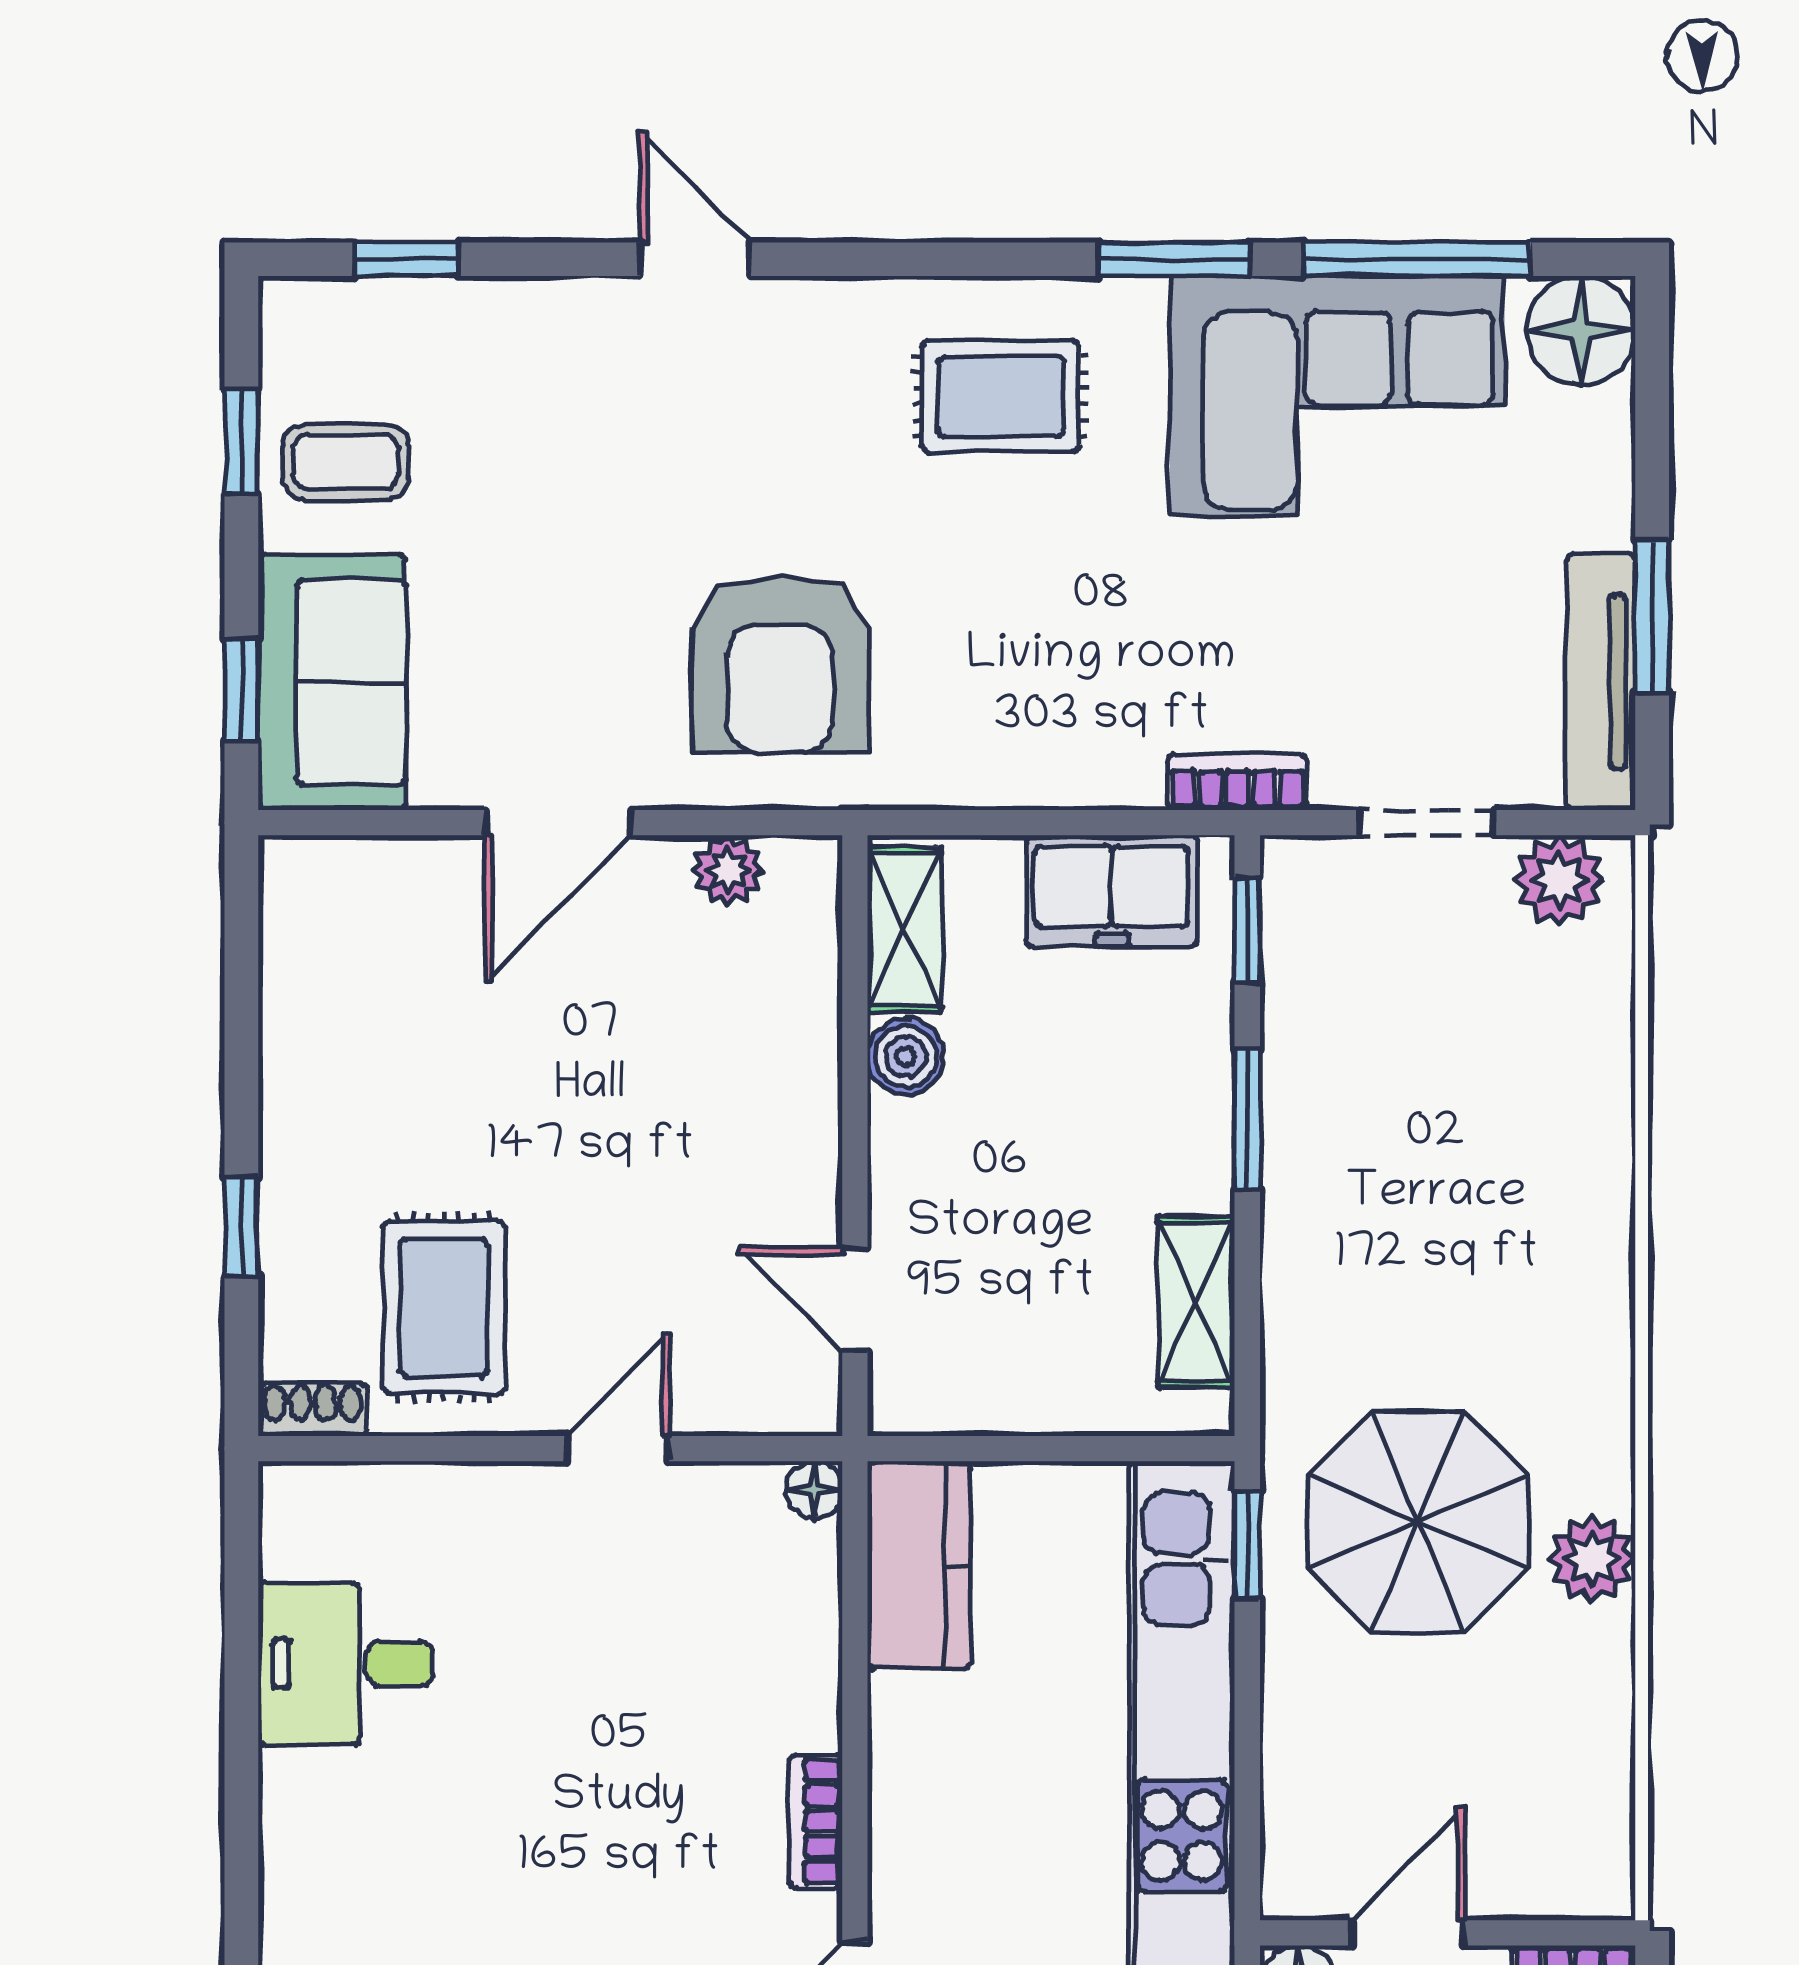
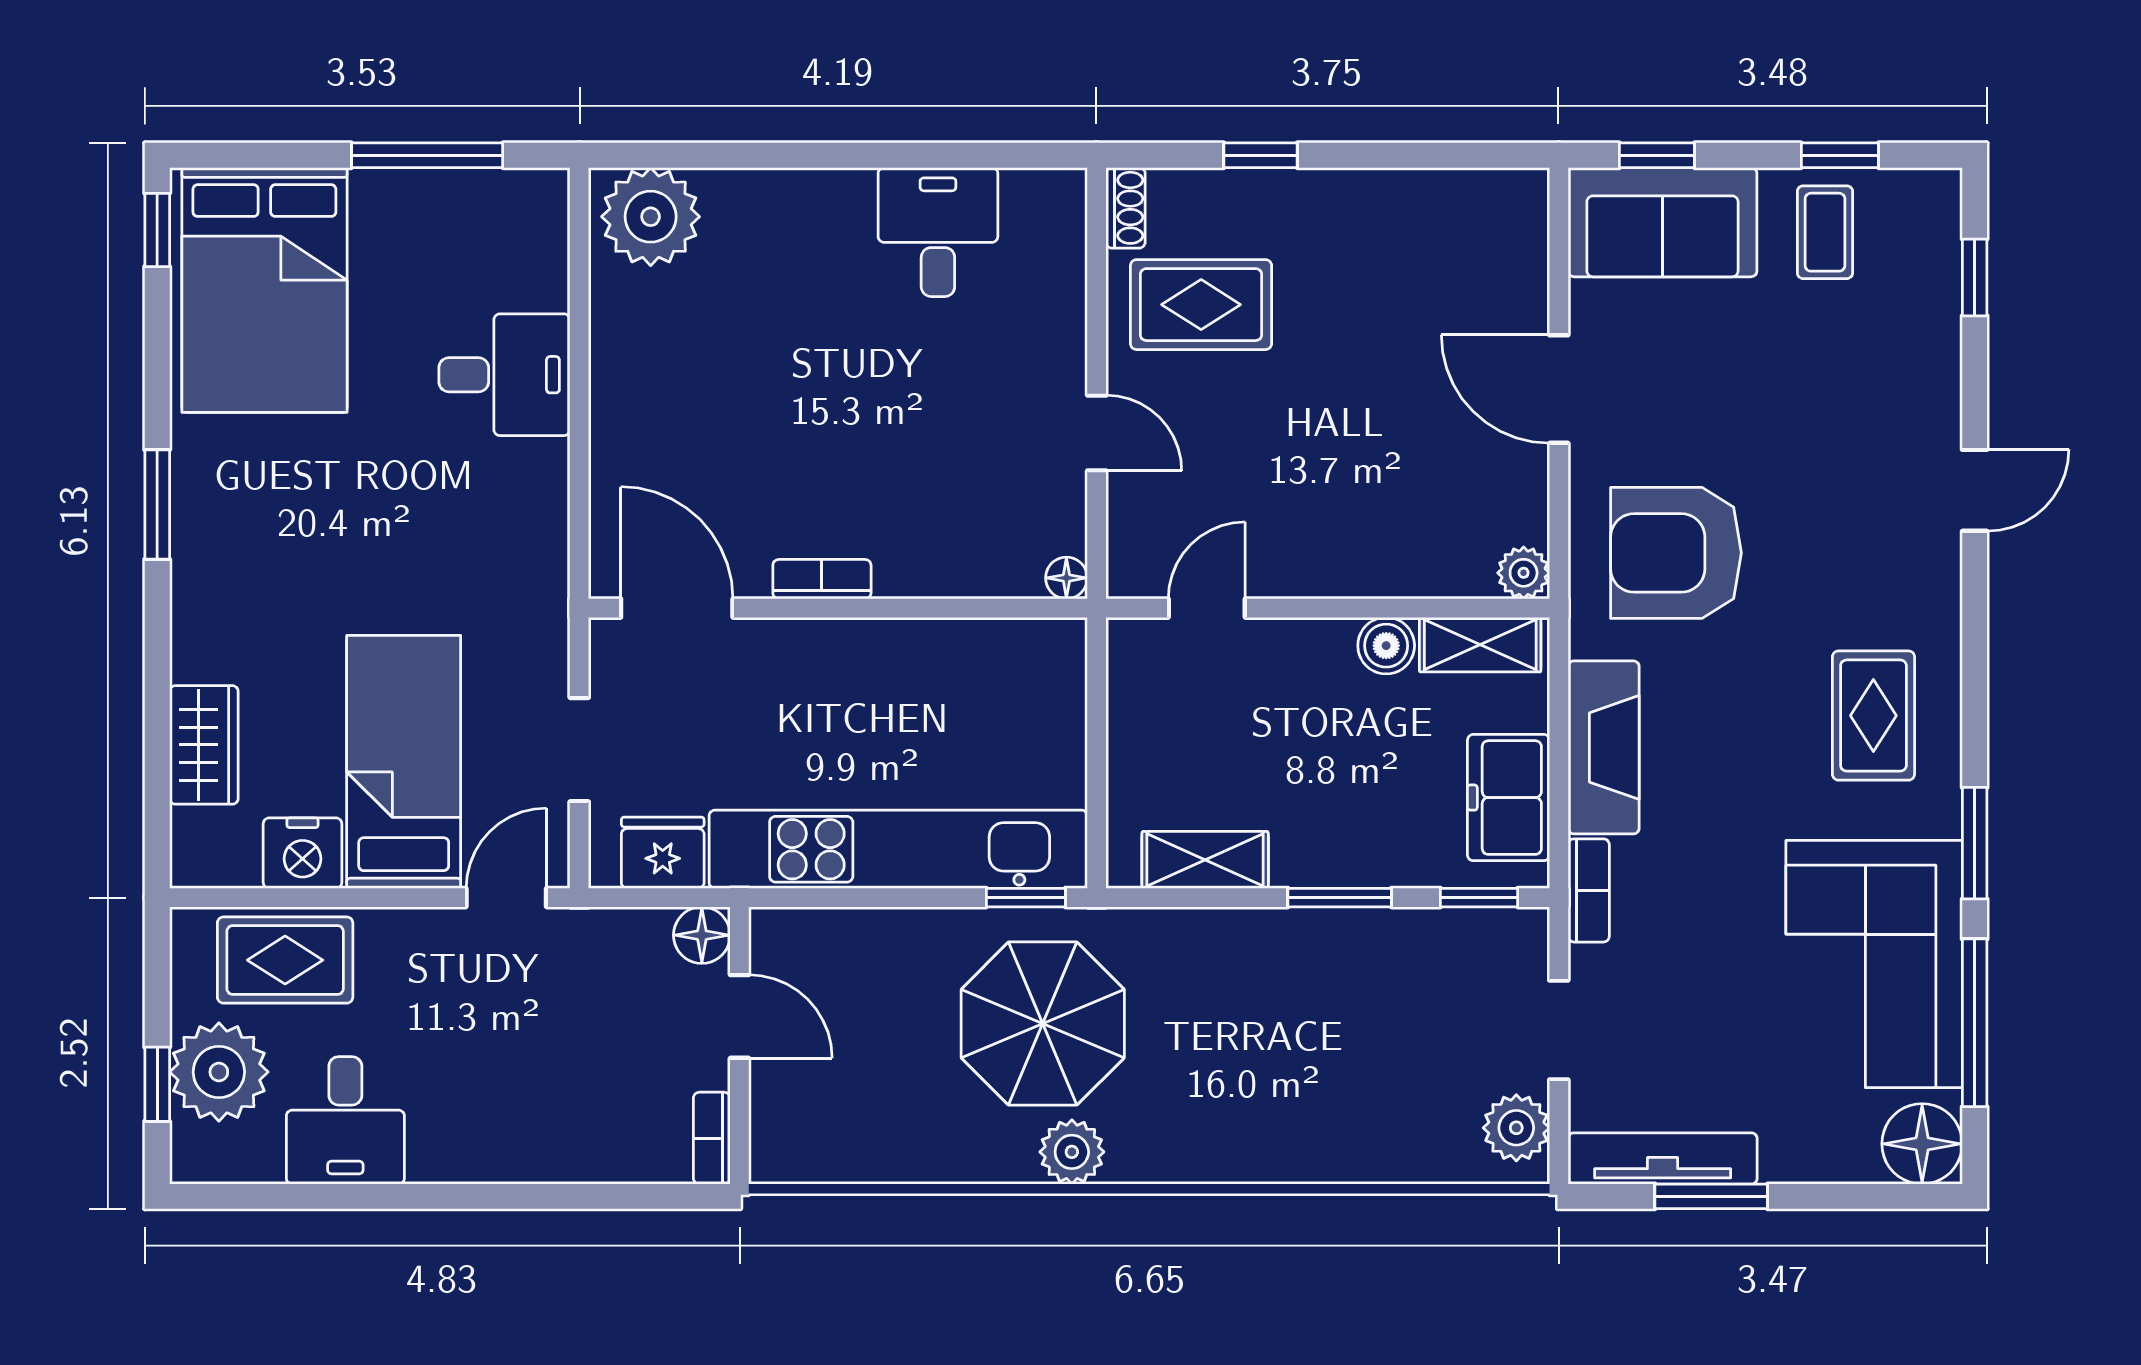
fireplace: (1044, 762) -> (1604, 747), added
plant: (728, 870) -> (1524, 573), moved
plant: (1592, 1559) -> (1072, 1152), moved
kitchen counter: (919, 1566) -> (1010, 655), removed

